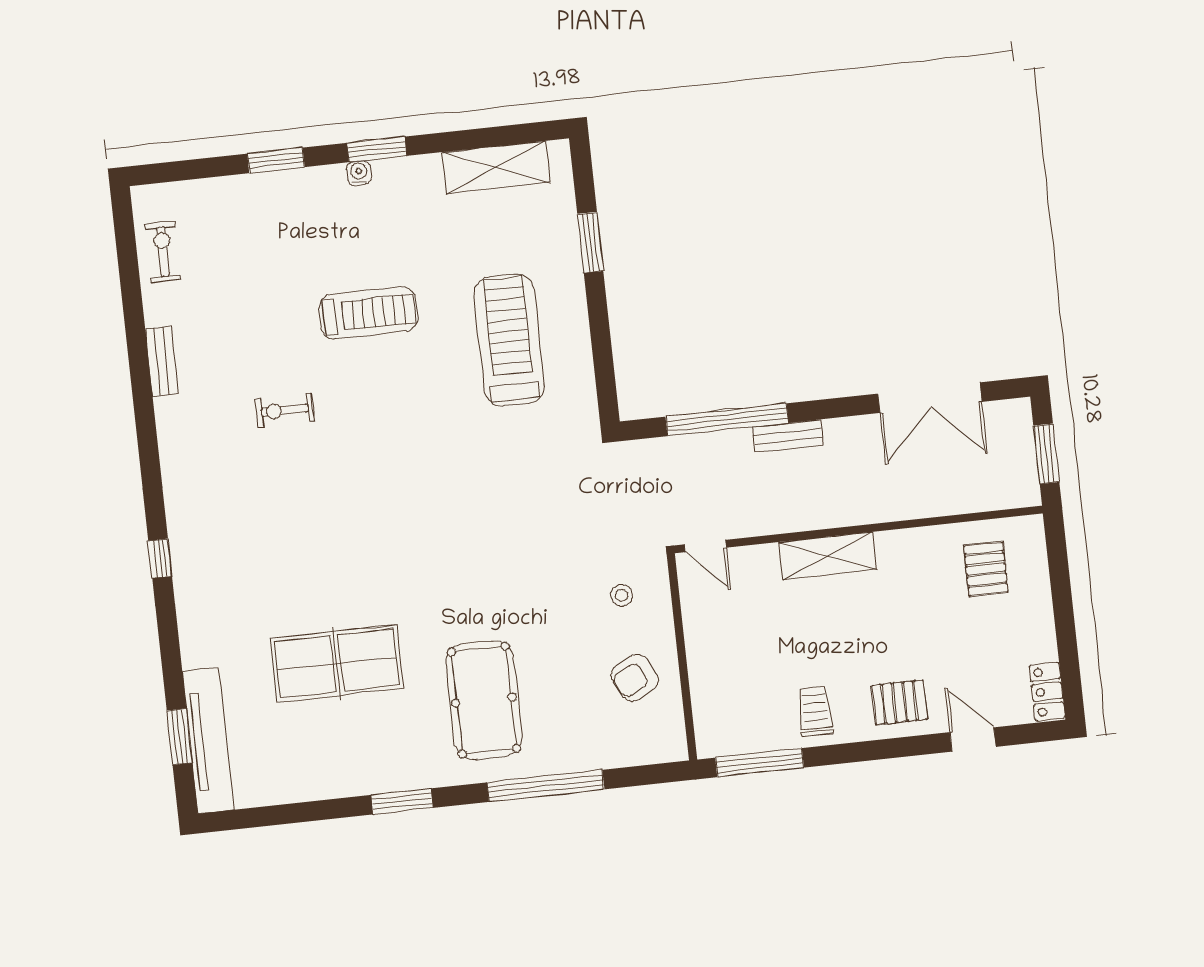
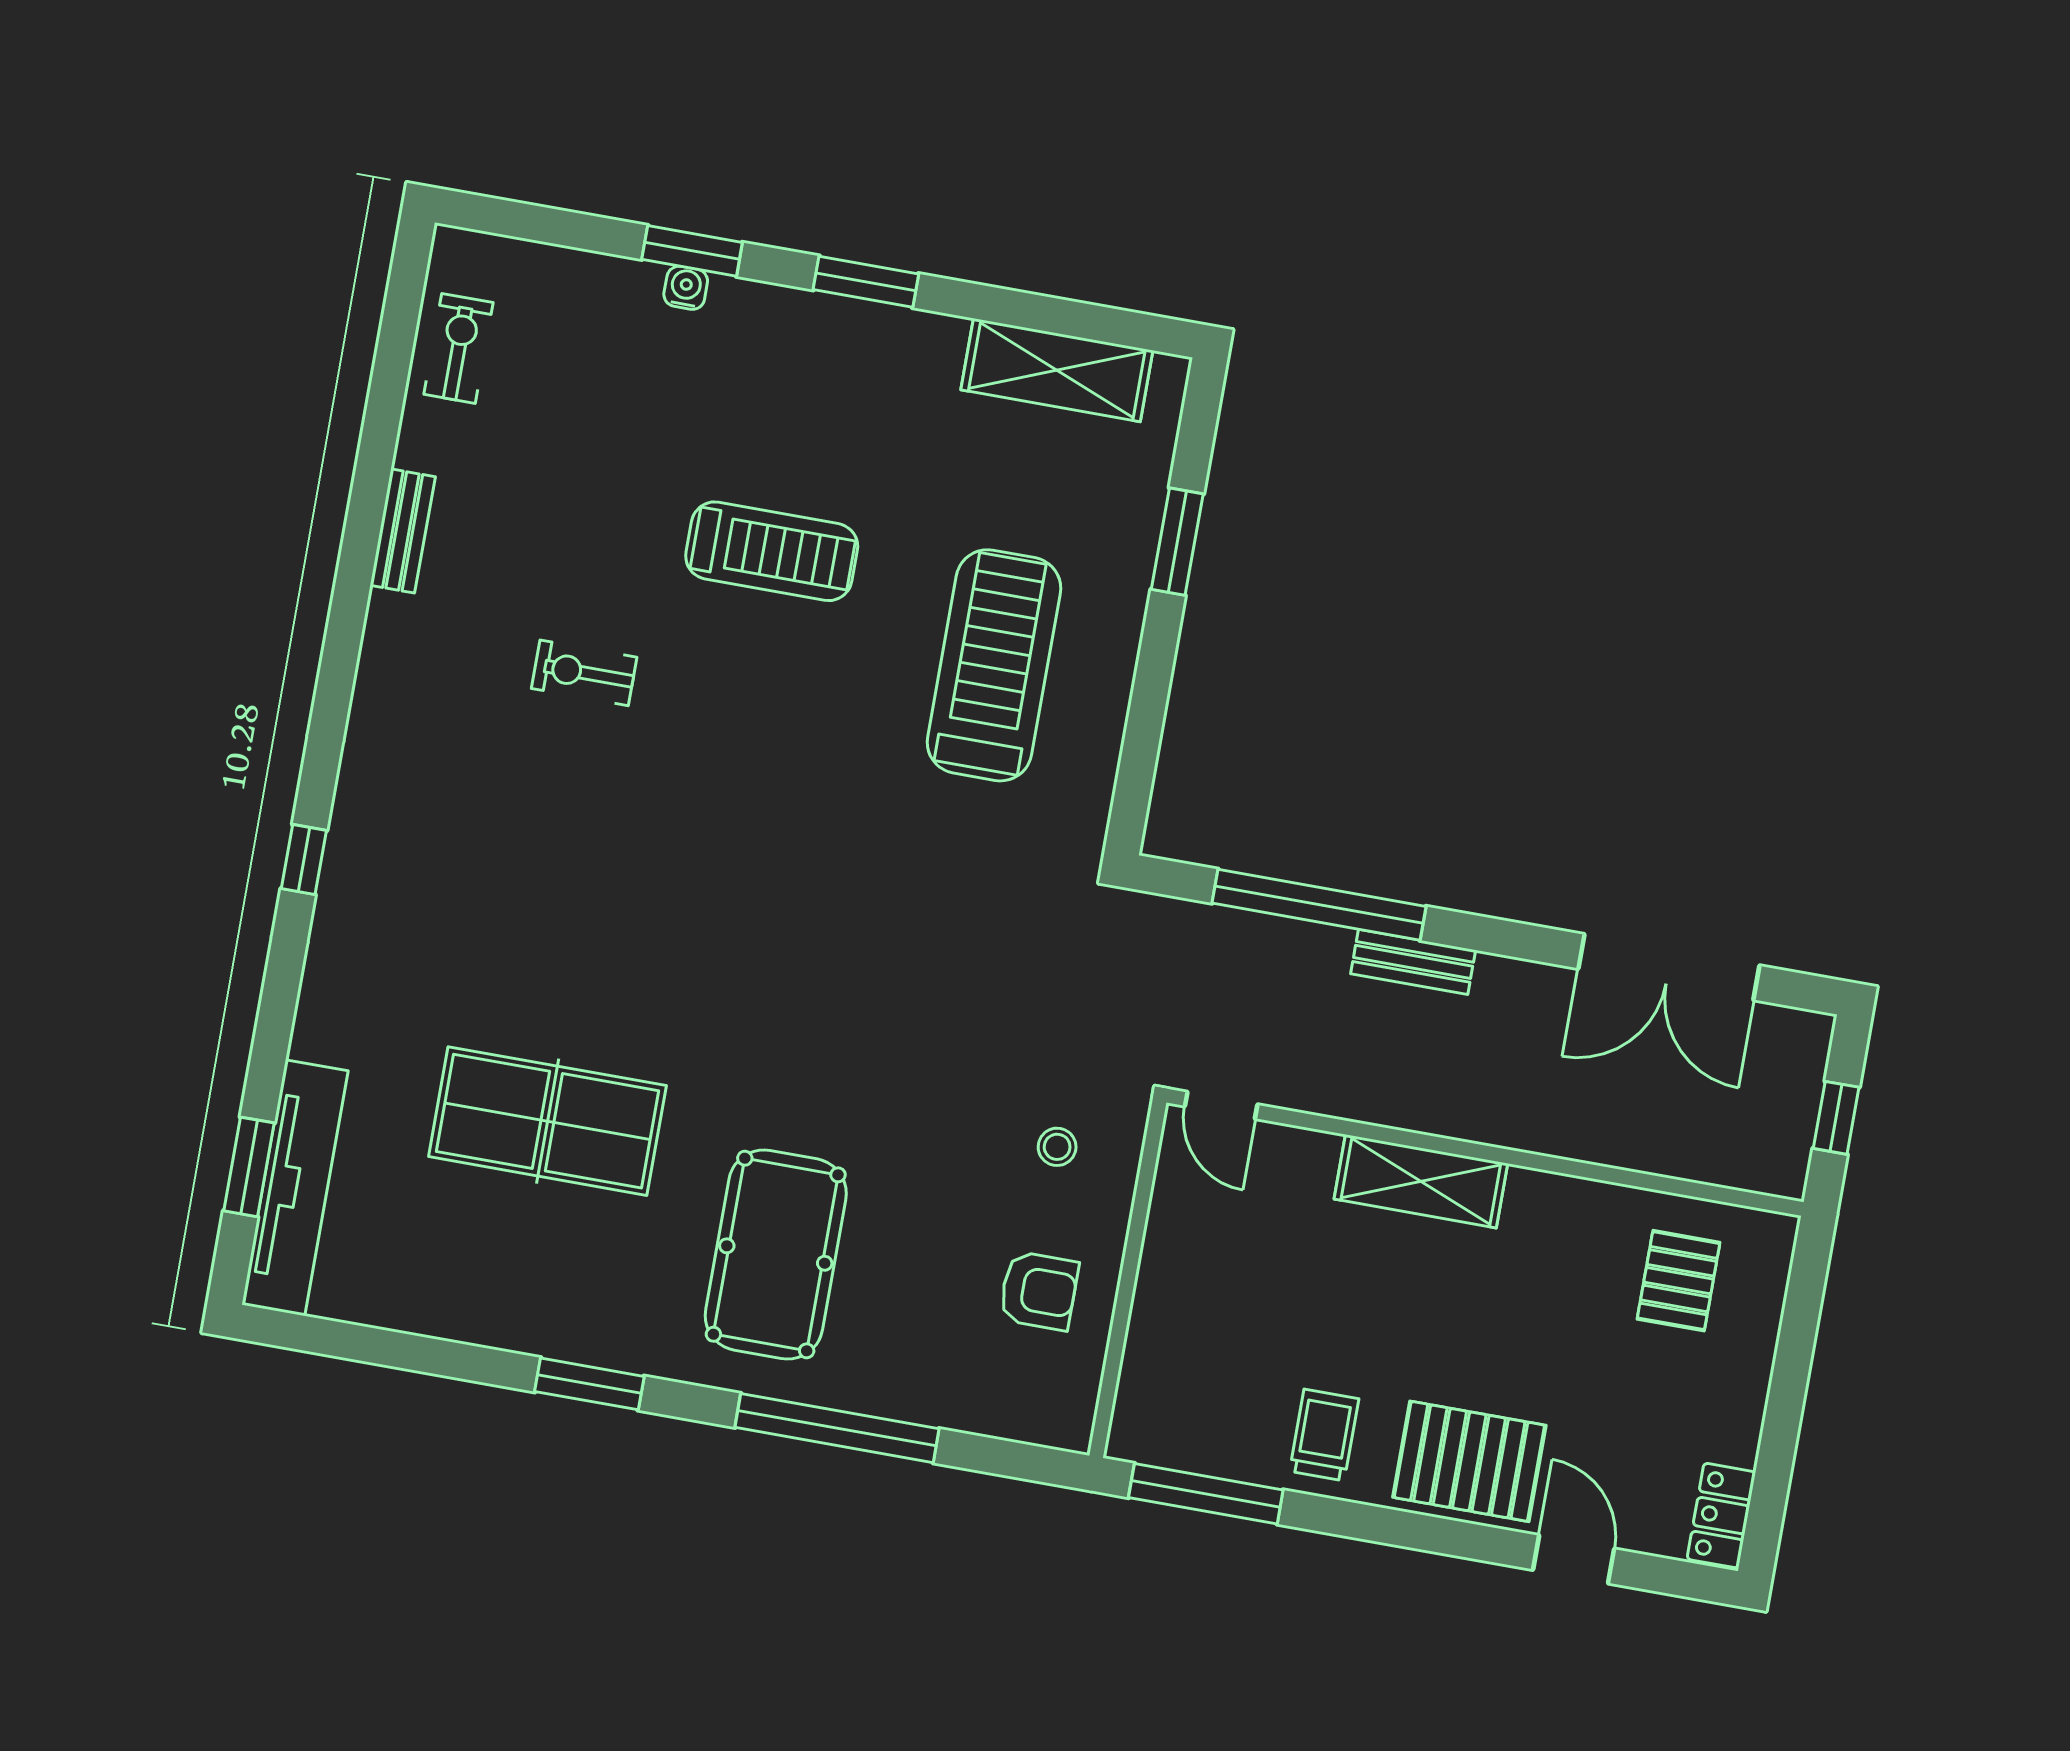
water cooler: (359, 173) -> (686, 288), moved
window: (1046, 454) -> (1836, 1118), width x0.67
armchair: (635, 678) -> (1039, 1291), turned -153
pallet: (900, 702) -> (1469, 1461), width x1.50, depth x1.42

